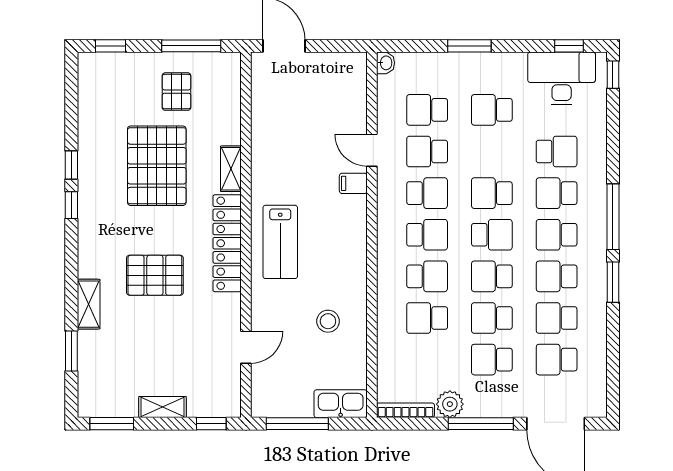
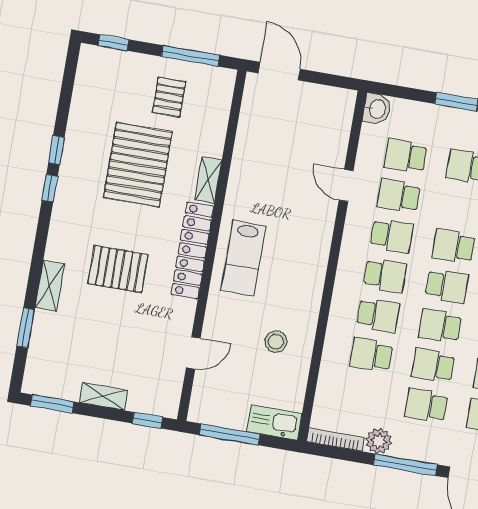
washbasin: (386, 63) -> (377, 109), width x1.38, depth x1.45
filing cabinet: (353, 183) -> (323, 214), removed

